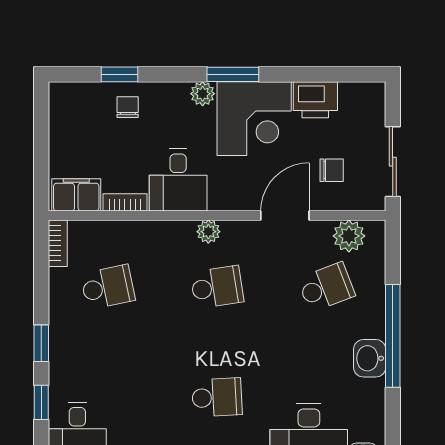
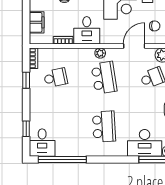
filing cabinet: (76, 195) -> (37, 22), moved, turned 90
school desk: (217, 287) -> (104, 78), width x1.85
window: (41, 343) -> (26, 80), moved
school desk: (217, 397) -> (104, 126), width x1.85

